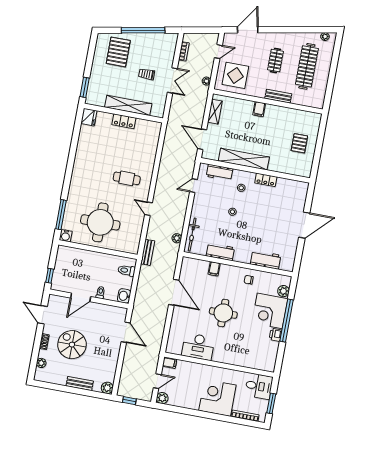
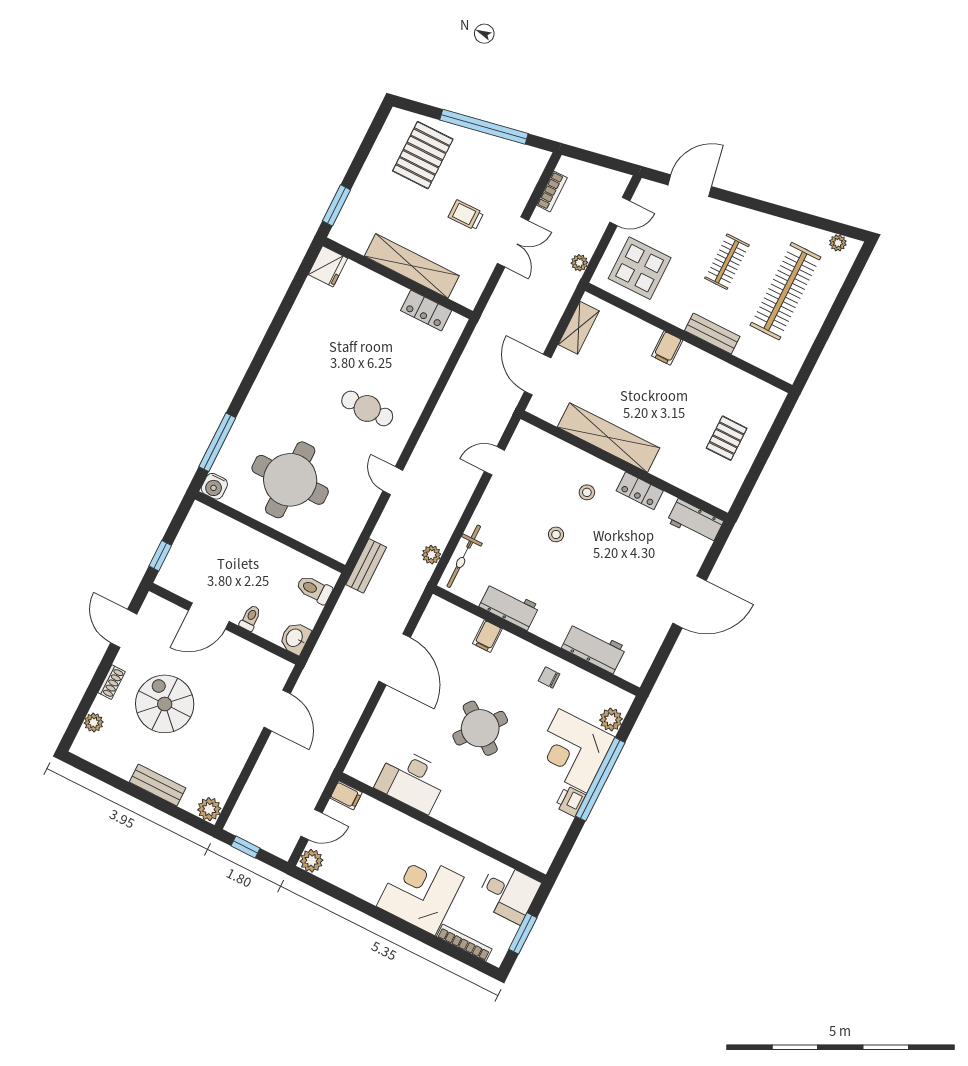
locker: (124, 121) -> (426, 311), moved
workbench: (219, 172) -> (695, 521), moved
round table: (223, 313) -> (480, 728), turned 38

